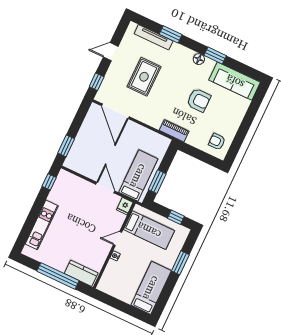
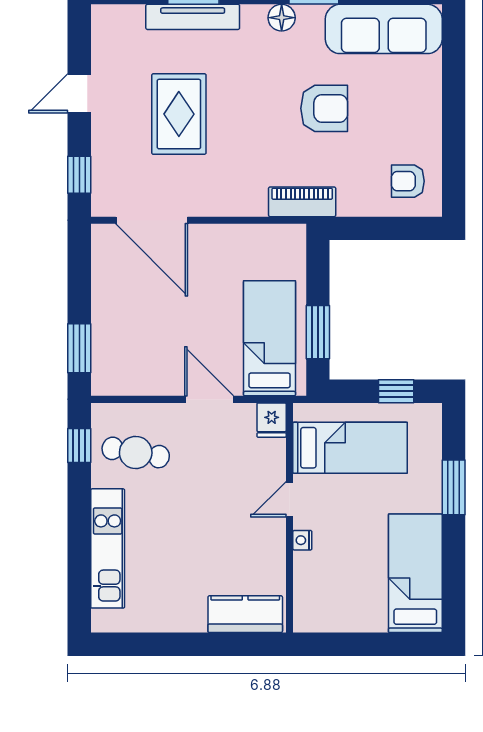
tv unit: (154, 37) -> (193, 17), moved
cafe table: (69, 194) -> (136, 452), added
window: (58, 276) -> (197, 644), removed

